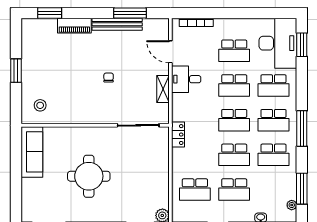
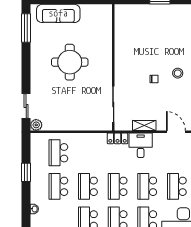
door: (170, 52) -> (176, 132), hinge flipped
desk: (186, 79) -> (141, 145), moved
stool: (40, 105) -> (178, 73), moved
locker: (178, 135) -> (117, 138), moved
sofa: (32, 152) -> (58, 13), moved

